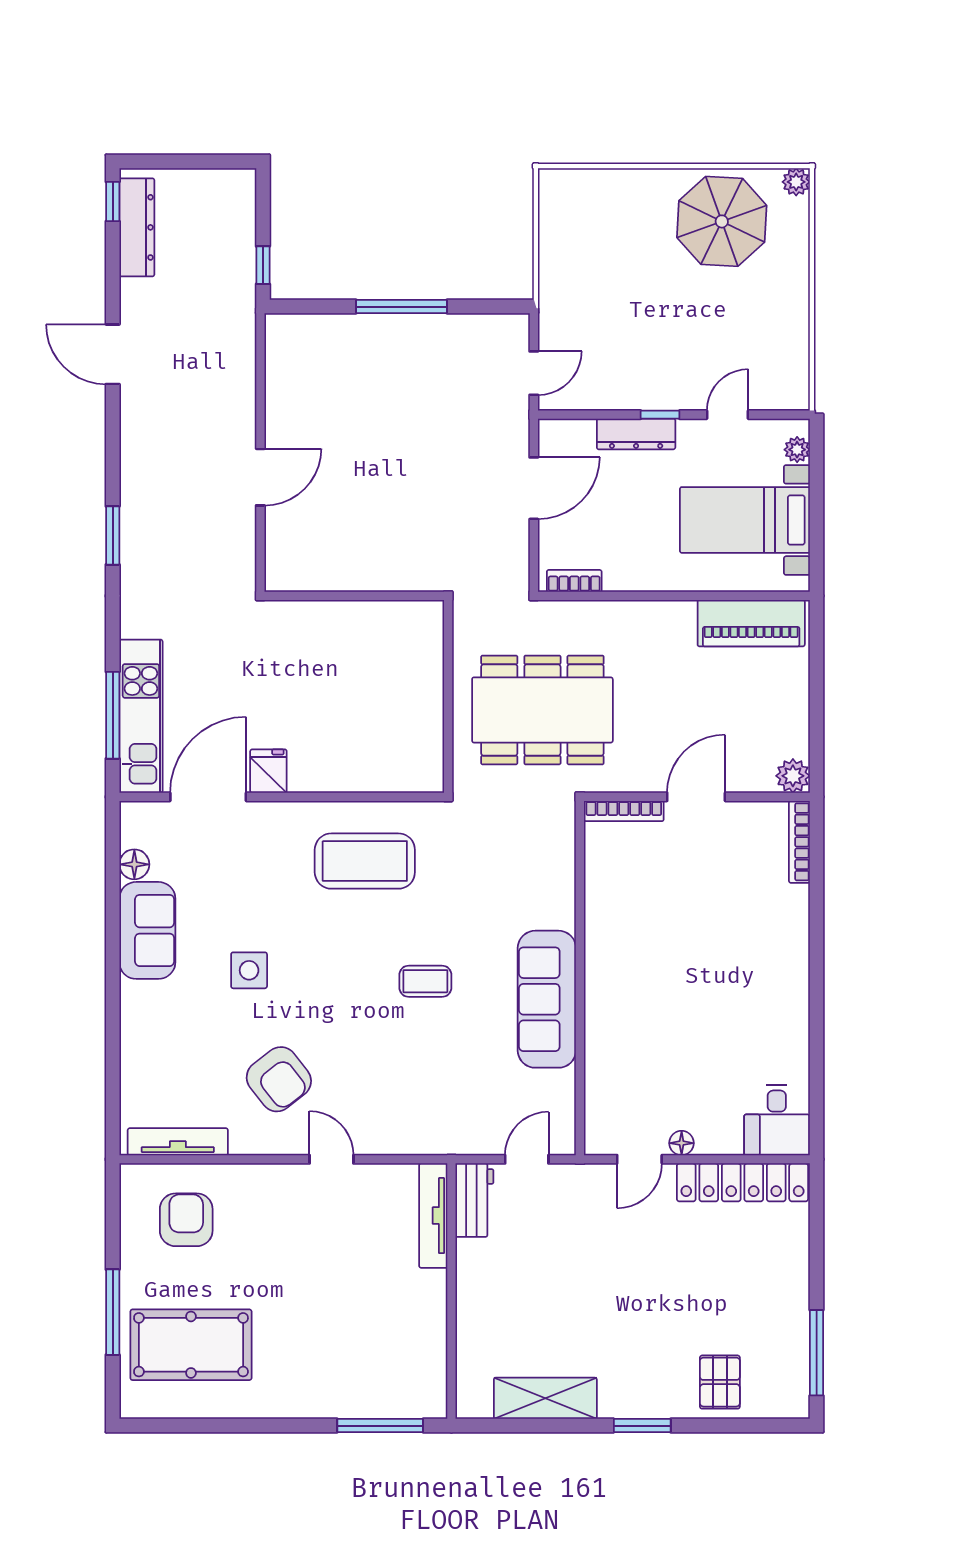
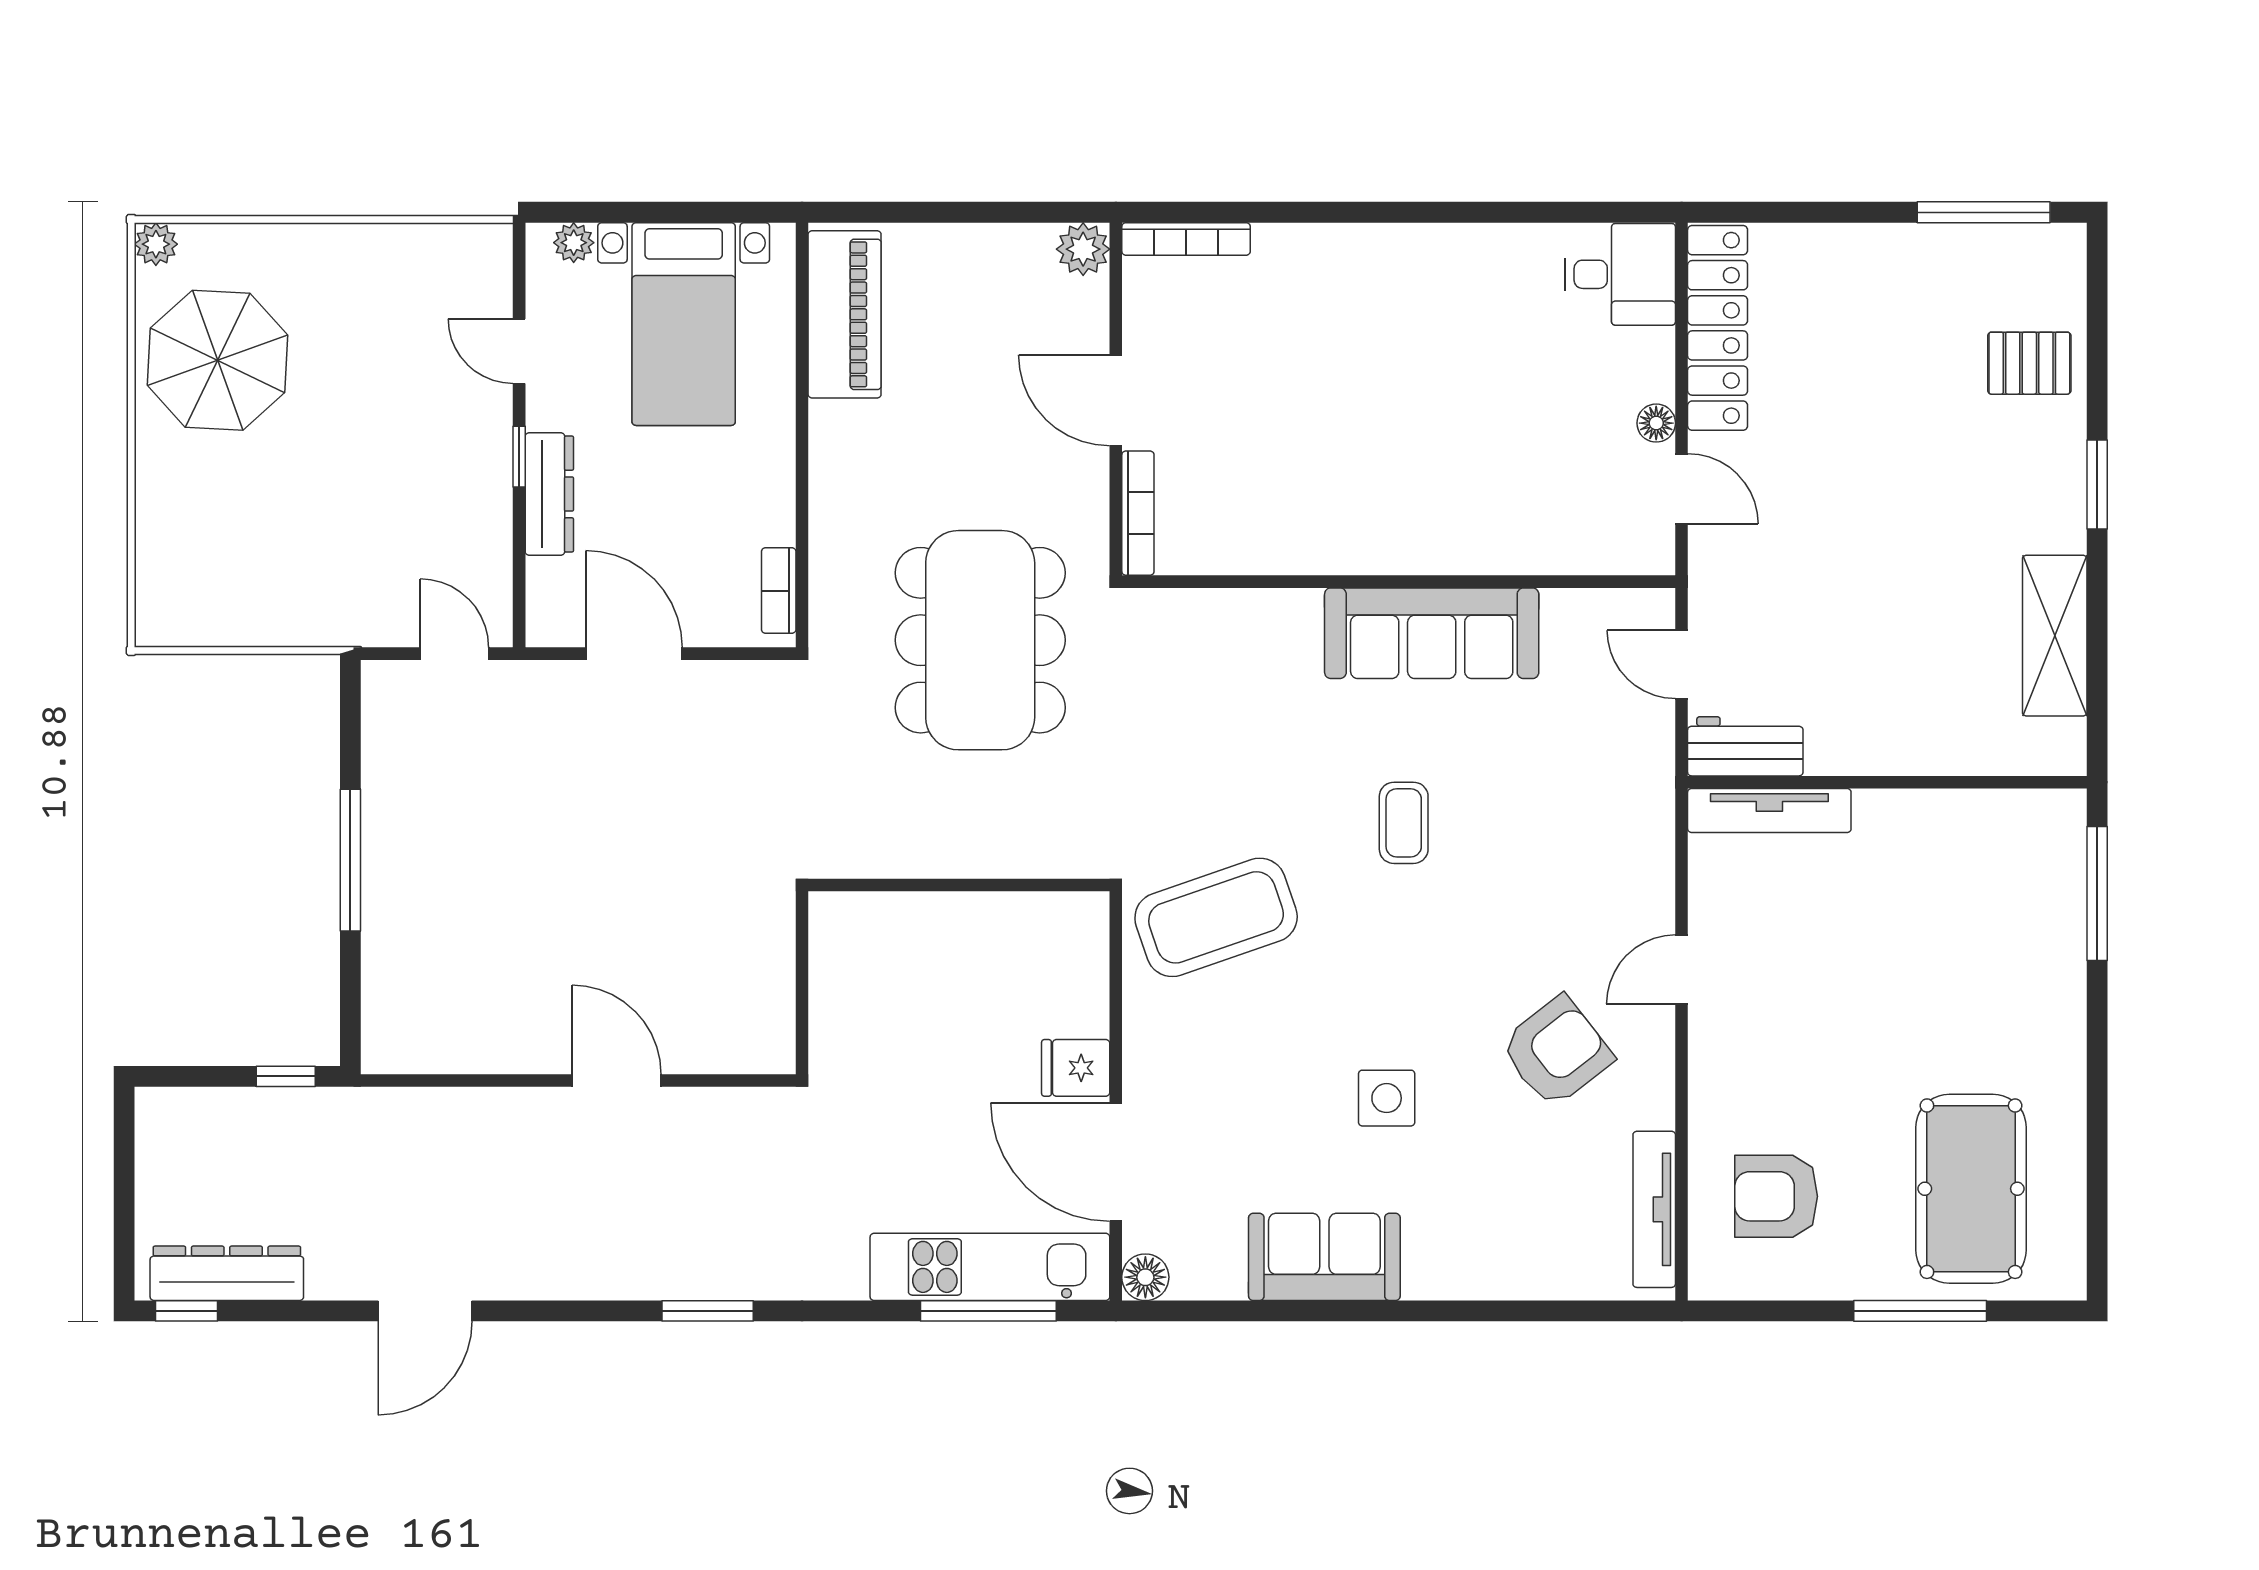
wall: (448, 696) -> (959, 885), moved
coffee table: (365, 861) -> (1216, 917), turned 71
floor lamp: (134, 864) -> (1145, 1277), moved

